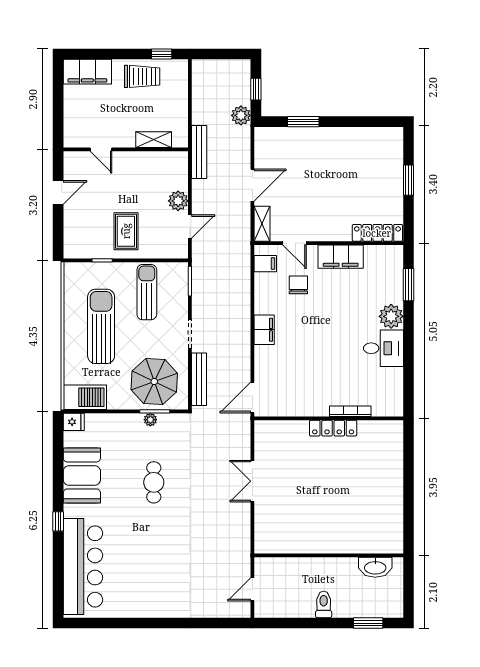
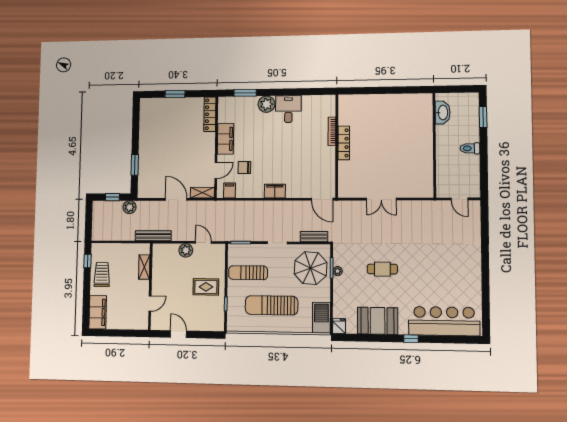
bench: (199, 379) -> (314, 237), width x0.73

